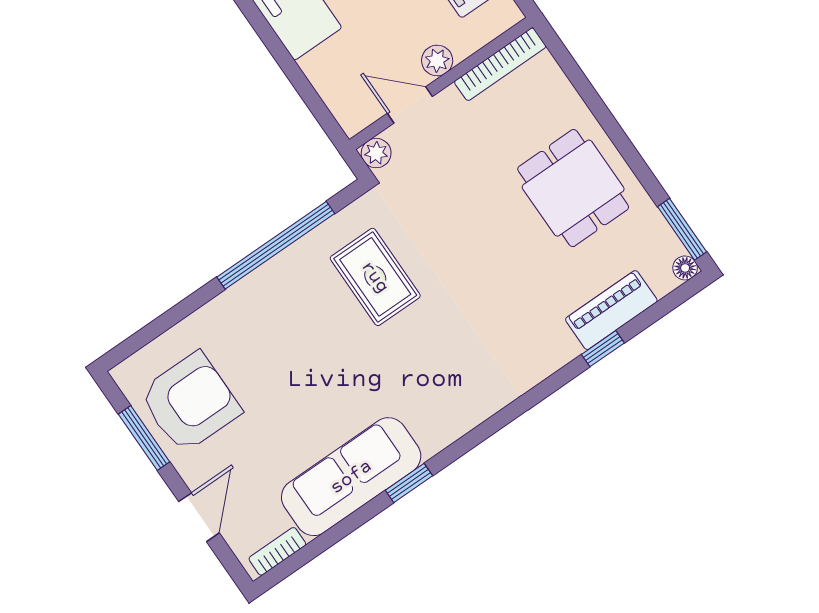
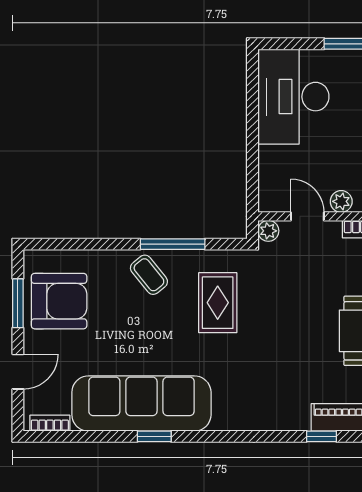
window: (276, 245) -> (173, 244), width x0.68
coffee table: (273, 300) -> (149, 275), added
sofa: (351, 477) -> (141, 404), width x1.36, depth x1.27

